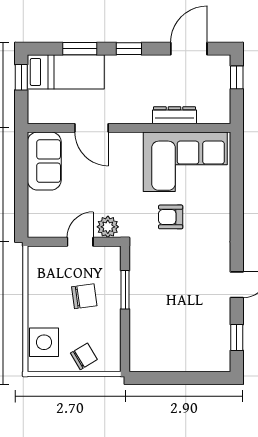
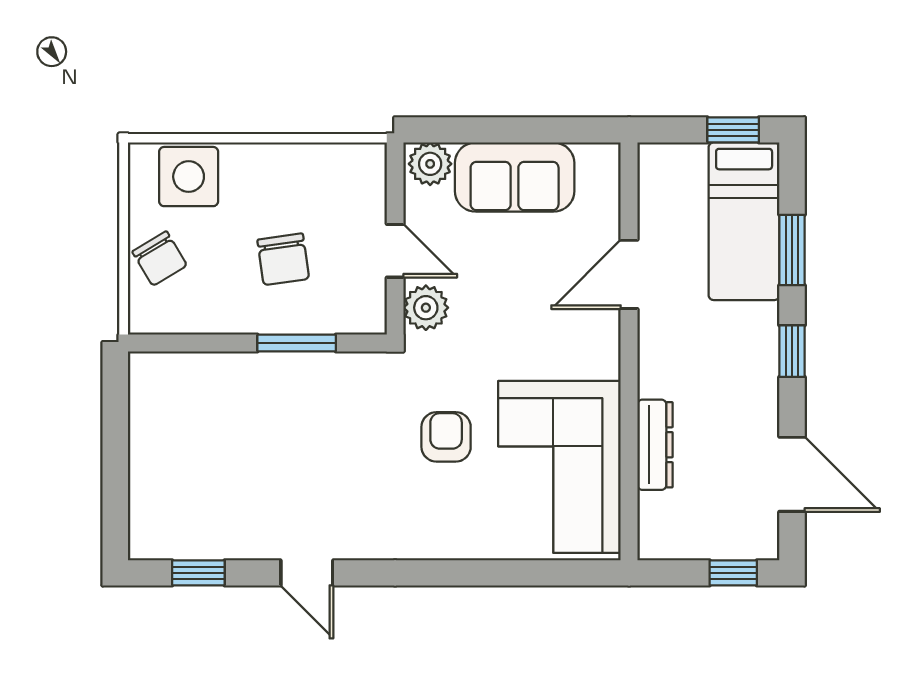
sofa: (44, 161) -> (515, 177), moved
plant: (38, 225) -> (430, 164), added

